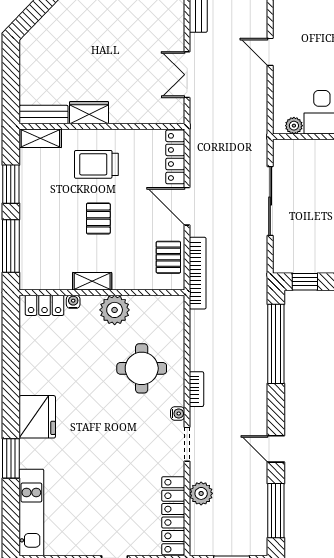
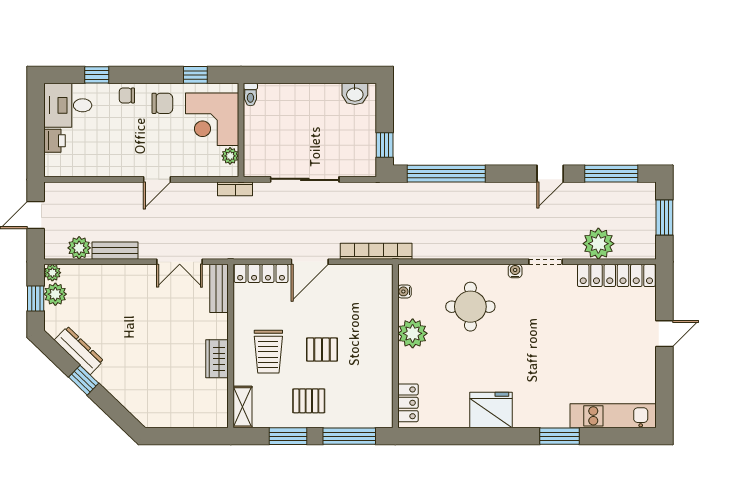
bench: (44, 114) -> (219, 288), moved
pallet: (168, 257) -> (309, 401), moved
shelving: (92, 281) -> (384, 356), removed
water cooler: (73, 302) -> (404, 291), moved
bookcase: (197, 389) -> (235, 189), moved, turned 180
fridge: (37, 417) -> (491, 410), moved
plant: (201, 493) -> (598, 244), width x1.36, depth x1.36

